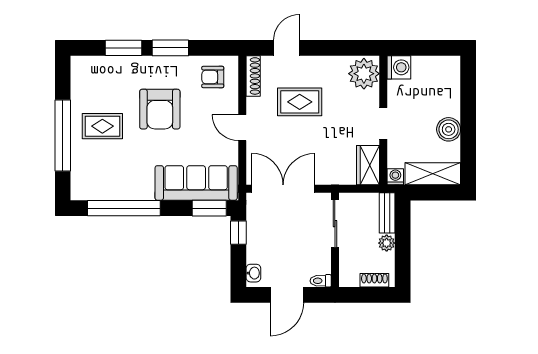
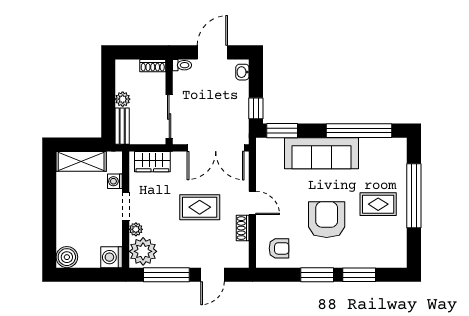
window: (338, 48) -> (166, 275), added
shoe rack: (253, 76) -> (243, 228), moved, width x0.70
plant: (372, 98) -> (136, 229), added
rug: (300, 102) -> (200, 207), moved
boiler: (449, 129) -> (67, 257), moved
wardrobe: (368, 165) -> (152, 162), moved, turned 90
washing machine: (395, 177) -> (115, 181), moved, turned 90
sofa: (196, 183) -> (322, 153), moved
shoe rack: (374, 280) -> (153, 66), moved

